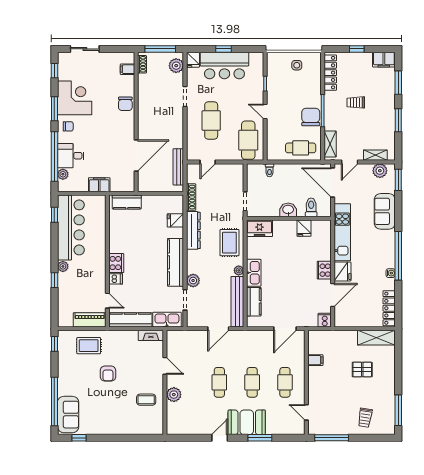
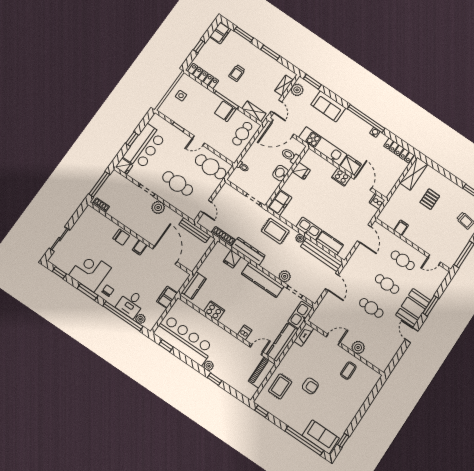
plant: (176, 66) -> (158, 207), moved
filing cabinet: (128, 69) -> (140, 247), moved
cooker: (116, 263) -> (214, 311), moved

